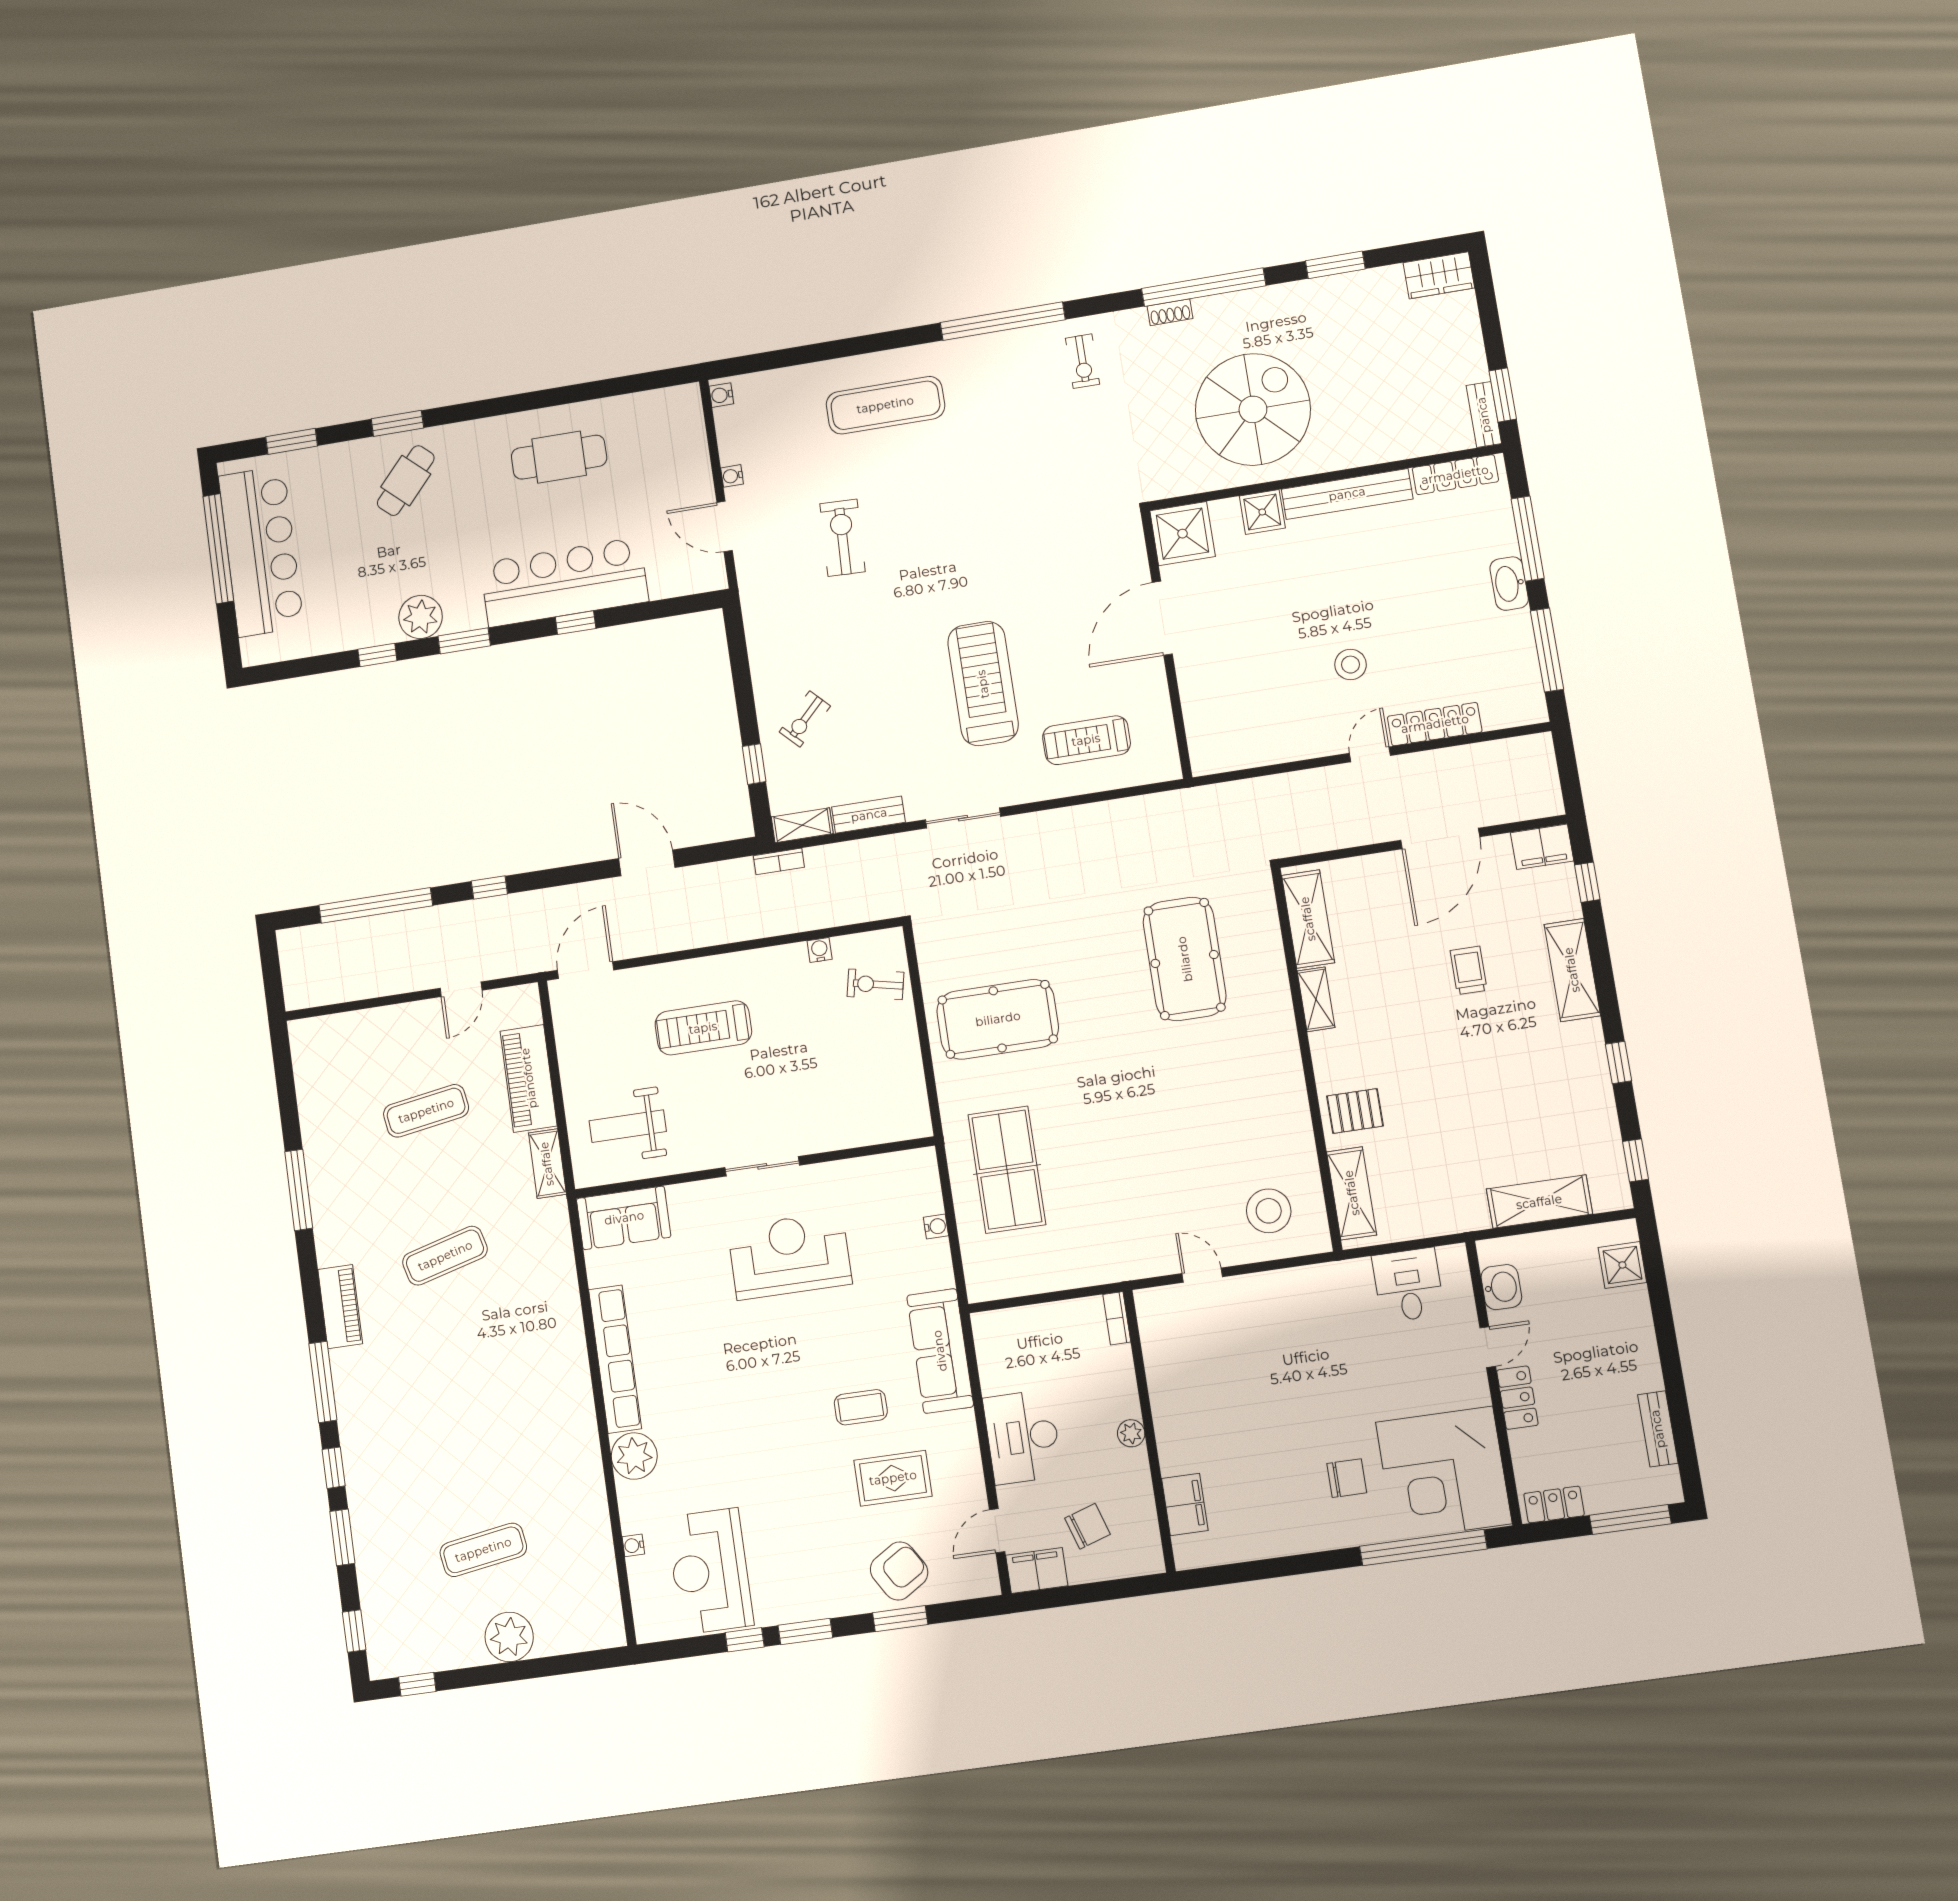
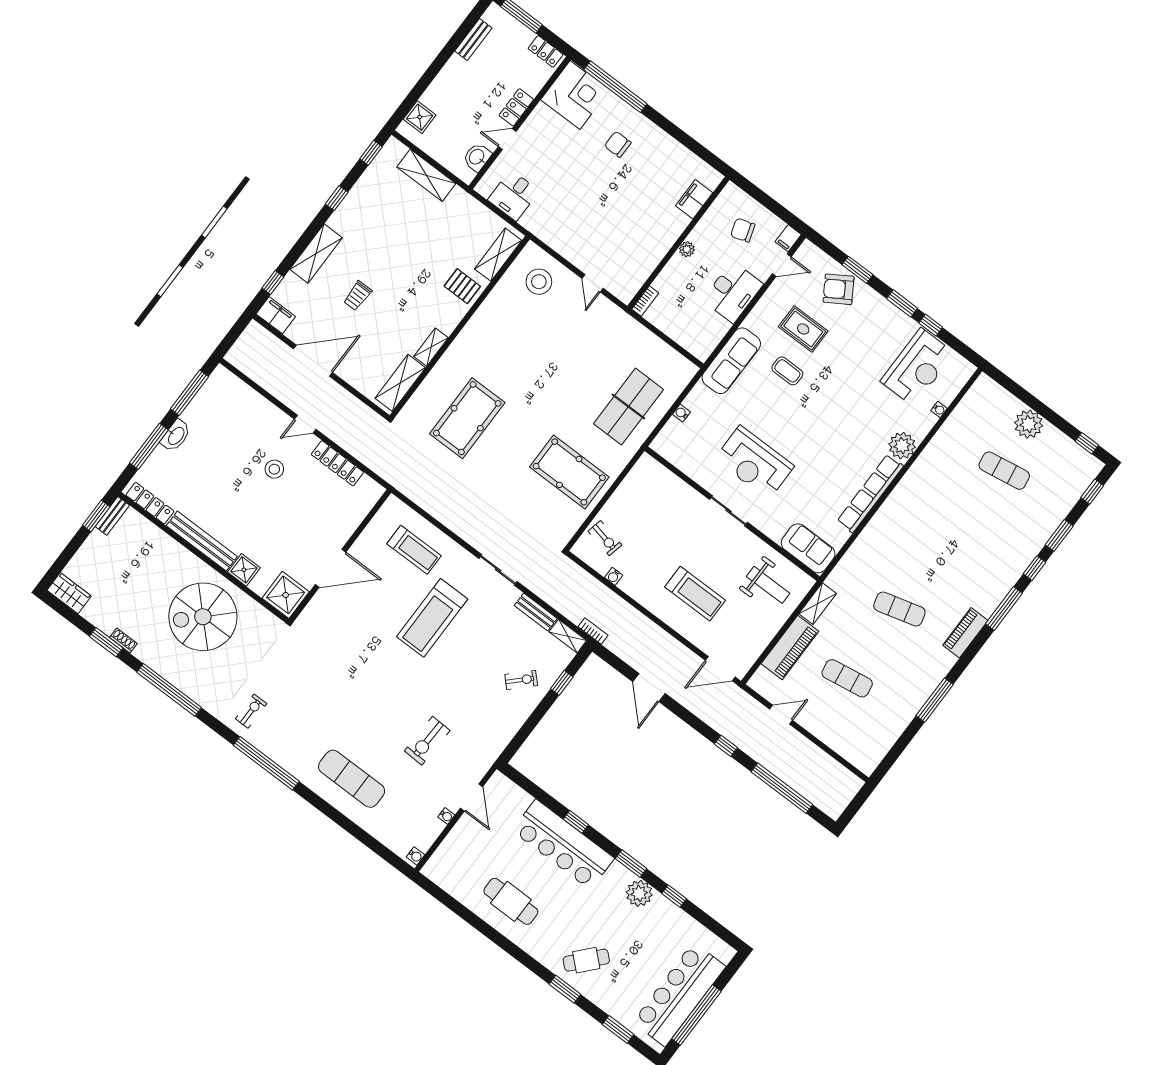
shoe rack: (1170, 312) -> (123, 640), moved
locker: (1435, 724) -> (337, 463), moved
corner desk: (1444, 1473) -> (575, 95), width x0.74, depth x0.74
filing cabinet: (1037, 1571) -> (788, 238), width x0.50

